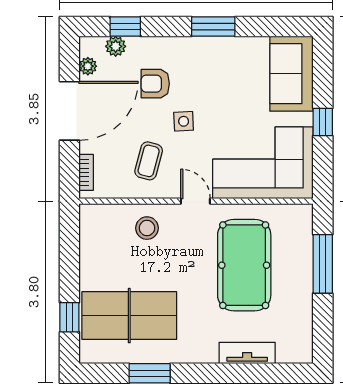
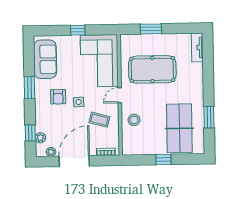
sofa: (292, 74) -> (45, 59), moved, turned -90
armchair: (155, 84) -> (58, 97), moved
door: (69, 111) -> (74, 161), hinge flipped
window: (323, 264) -> (151, 29), width x0.69
window: (69, 317) -> (163, 160), moved
tv unit: (247, 353) -> (197, 47), moved

